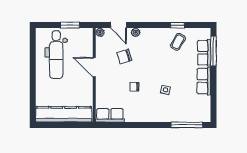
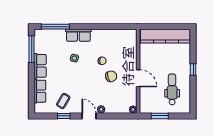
door: (119, 25) -> (89, 116), moved
window: (213, 51) -> (32, 49), moved
dental chair: (56, 55) -> (172, 89), width x0.73, depth x0.72
chair: (124, 57) -> (111, 76), moved
window: (33, 77) -> (193, 70), added
row of seats: (110, 115) -> (78, 35), moved

